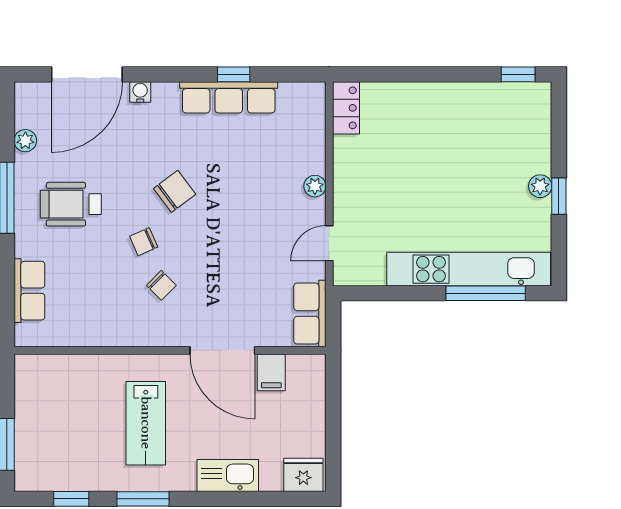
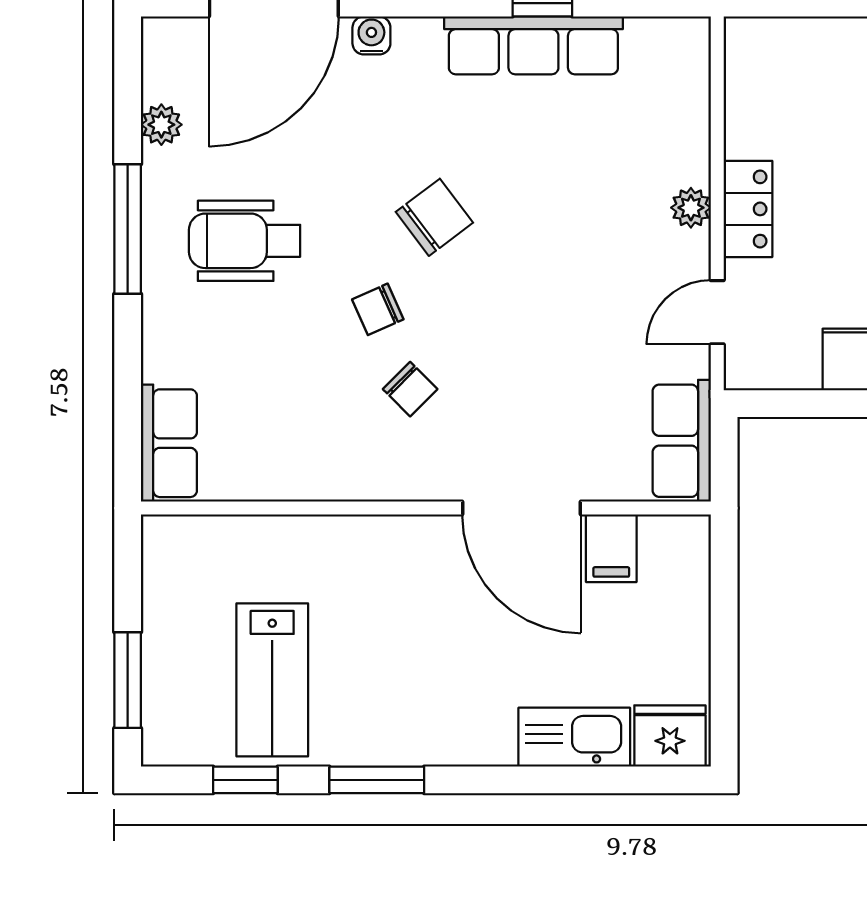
locker: (346, 108) -> (748, 209), moved
row of seats: (29, 291) -> (169, 443), moved
lab bench: (146, 423) -> (272, 680), moved
kitchen sink: (228, 476) -> (574, 737), moved

